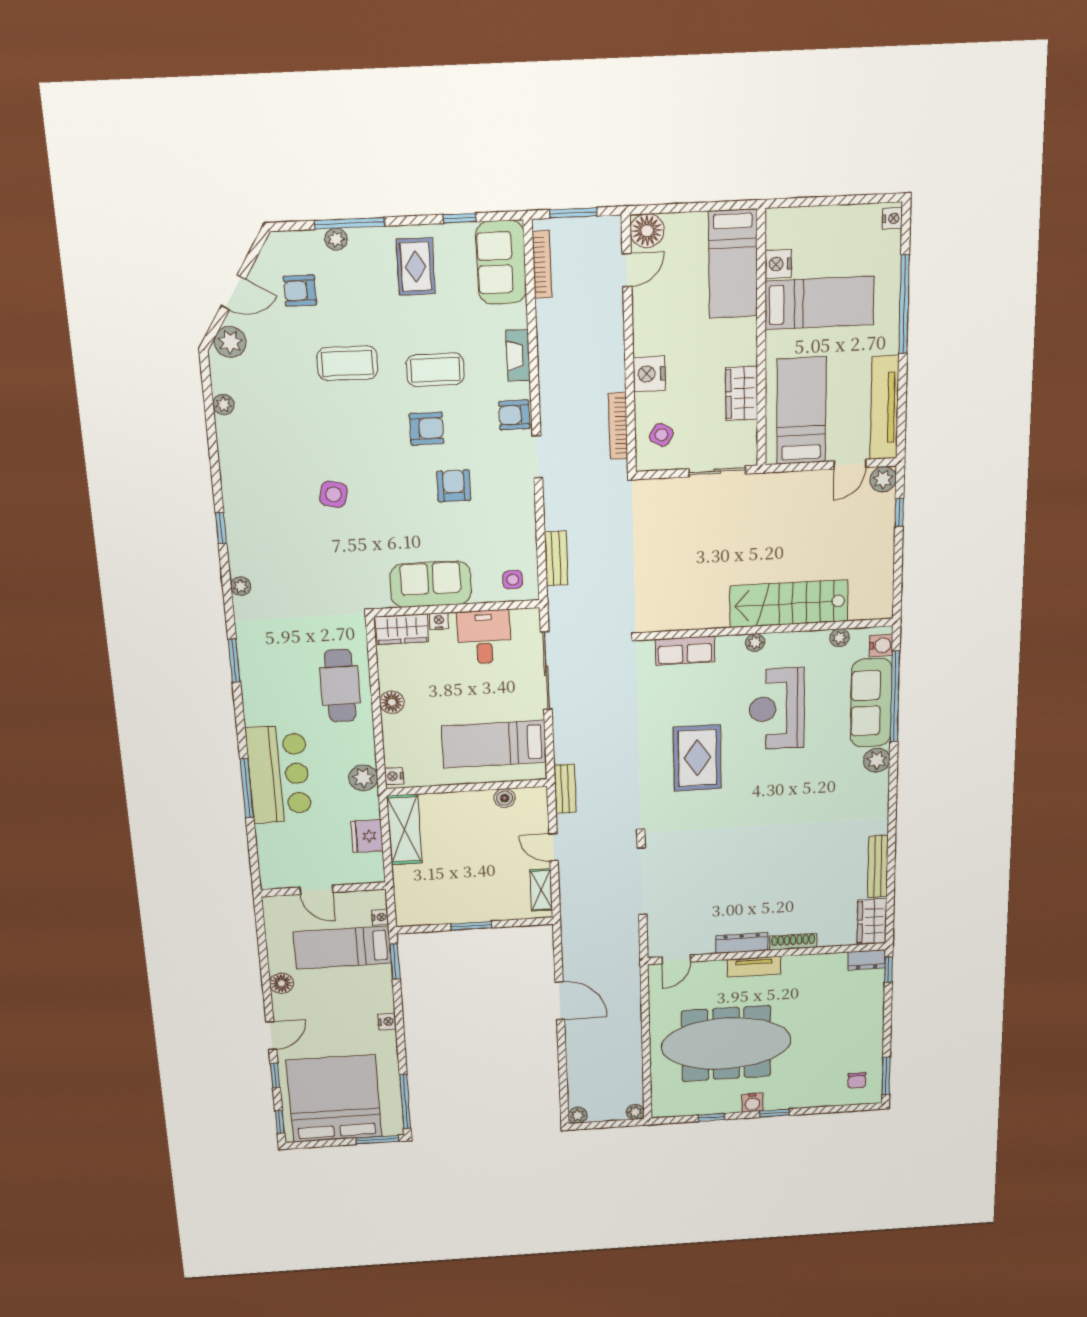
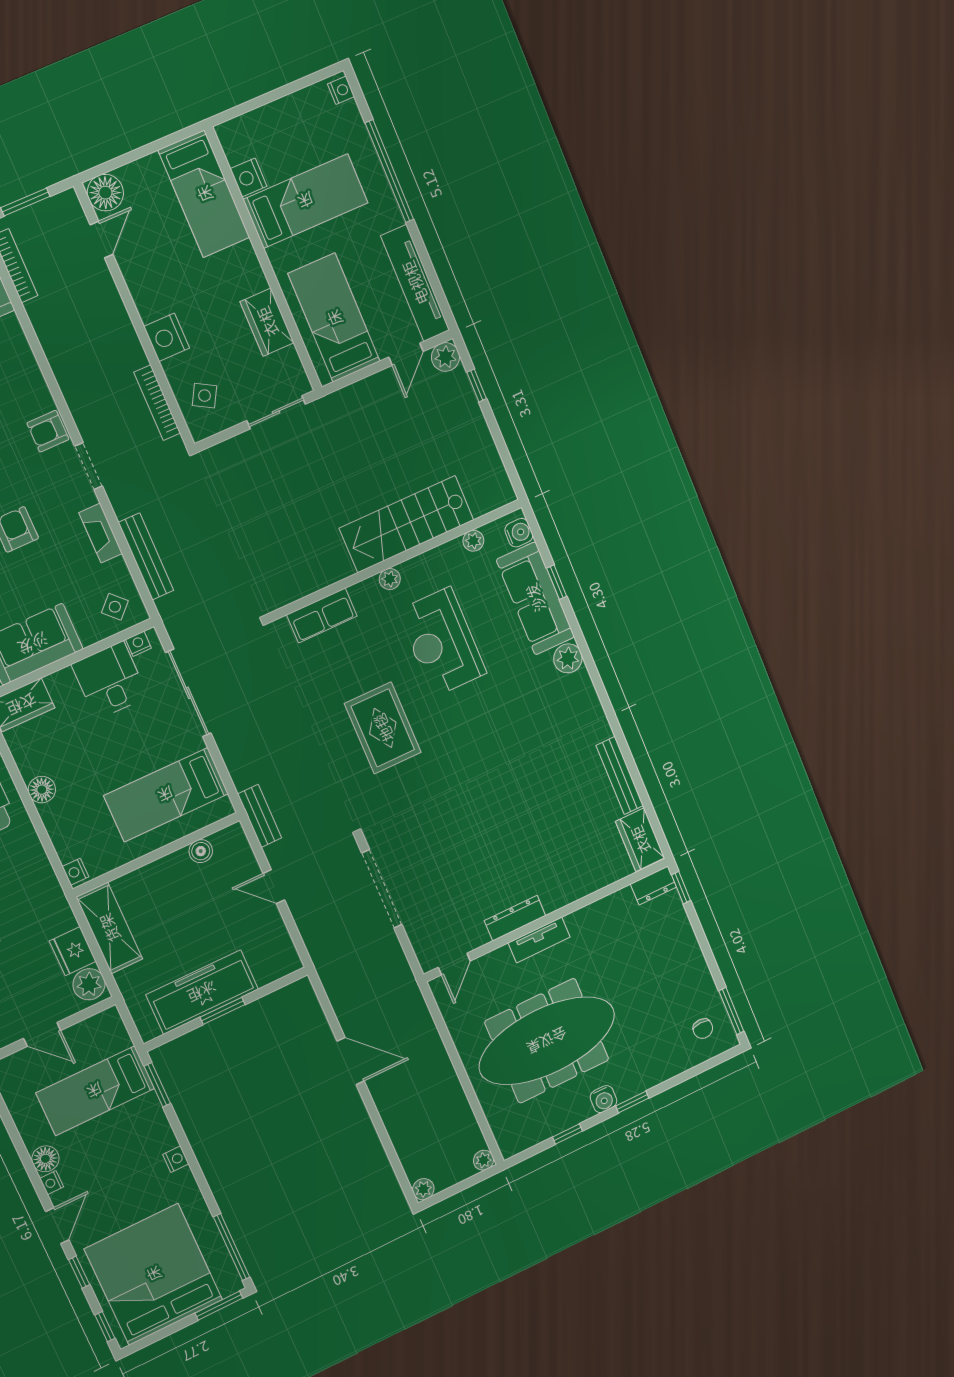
fireplace: (518, 355) -> (101, 533), moved
bench: (556, 558) -> (146, 557), width x1.36
side table: (513, 580) -> (115, 607), turned 45
nightstand: (439, 621) -> (139, 644), moved
window: (895, 697) -> (557, 582), width x0.32
plant: (363, 778) -> (89, 984), moved
shelving: (541, 890) -> (280, 941), removed
freezer: (461, 906) -> (202, 992), added
nightstand: (380, 917) -> (52, 1183), moved, turned 180
shoe rack: (793, 942) -> (568, 895), removed

